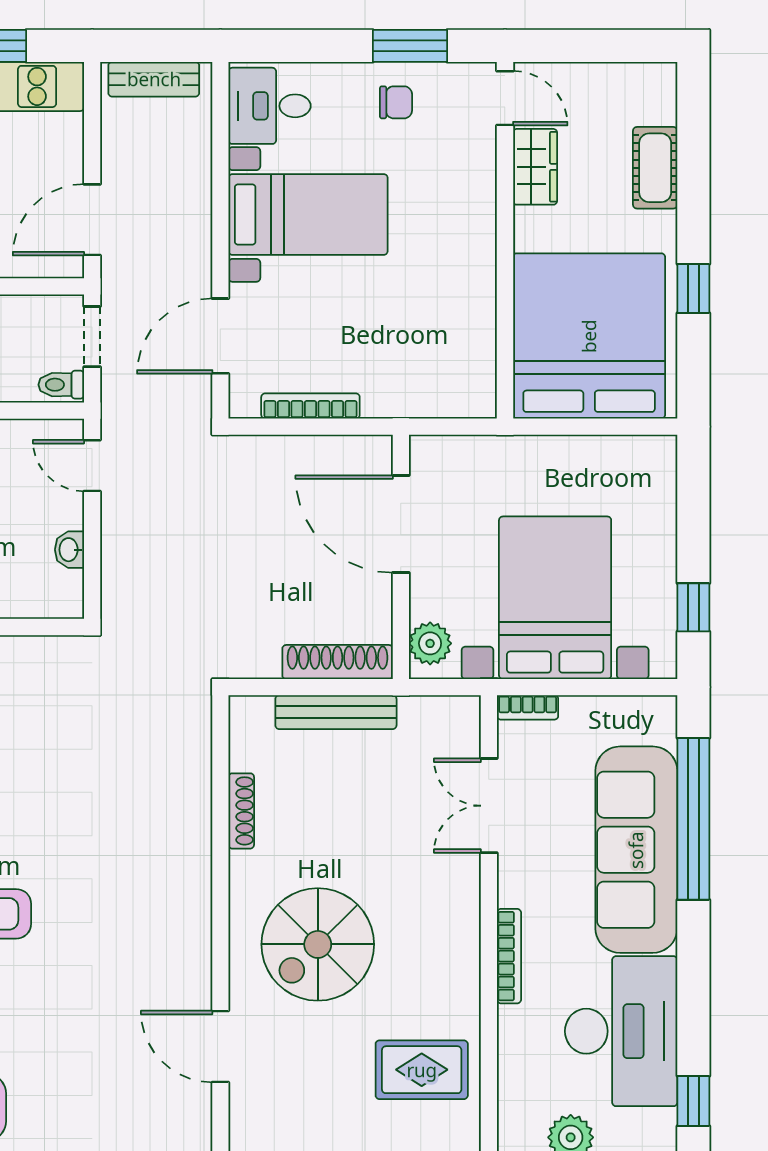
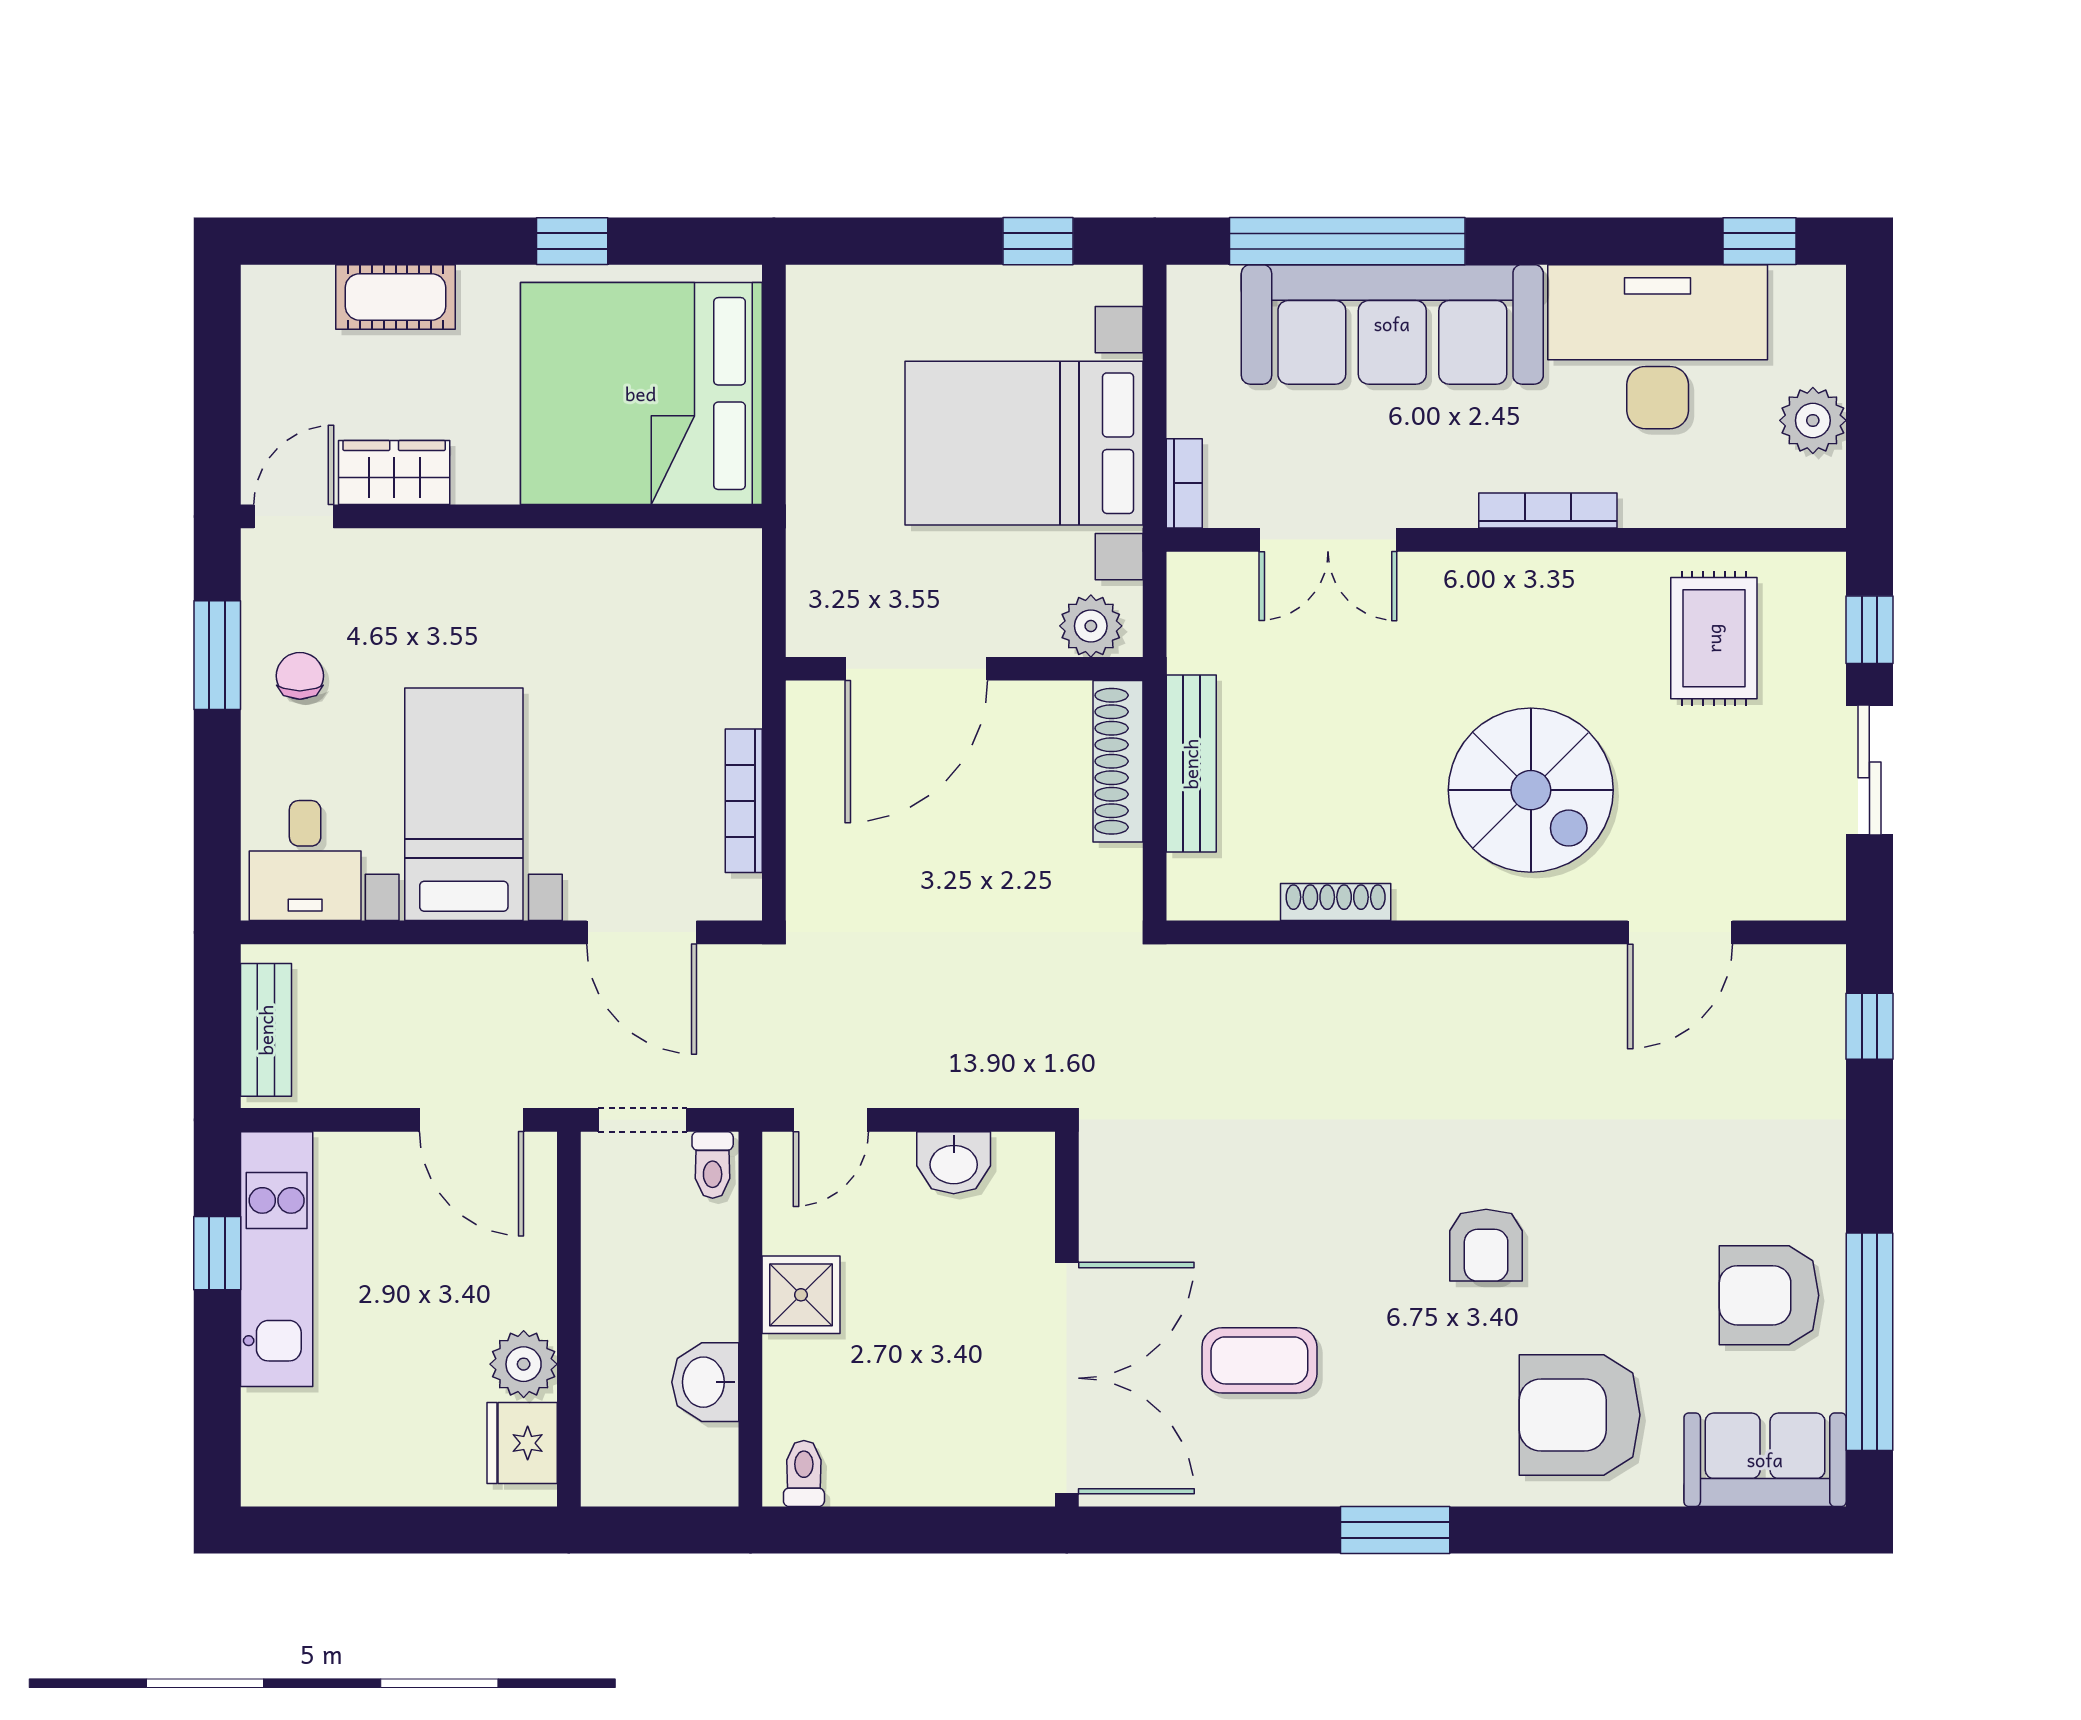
washbasin: (69, 550) -> (954, 1163), width x1.38, depth x1.45

